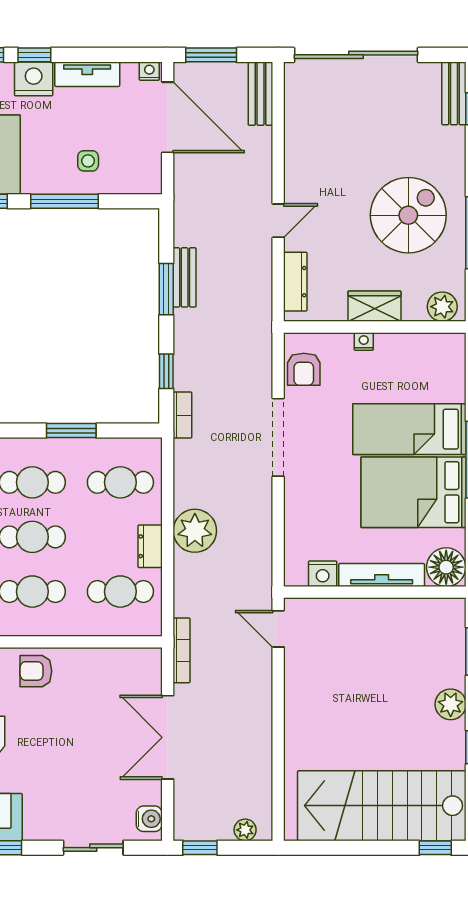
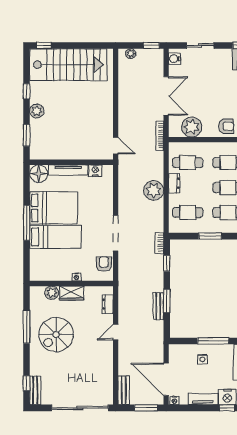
dresser: (295, 282) -> (108, 304), width x0.70
plant: (442, 307) -> (52, 293), moved
plant: (112, 669) -> (192, 127), added

